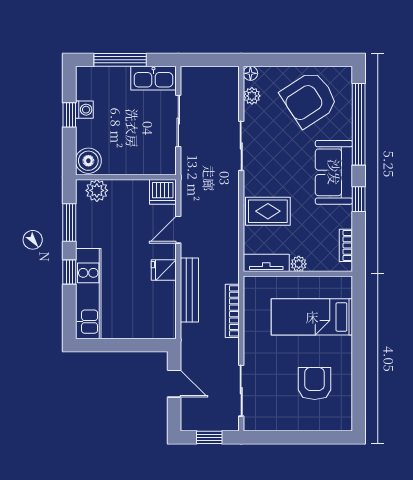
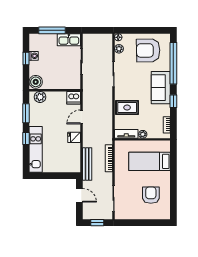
armchair: (309, 99) -> (148, 50), turned 32
bench: (189, 290) -> (87, 164), moved

